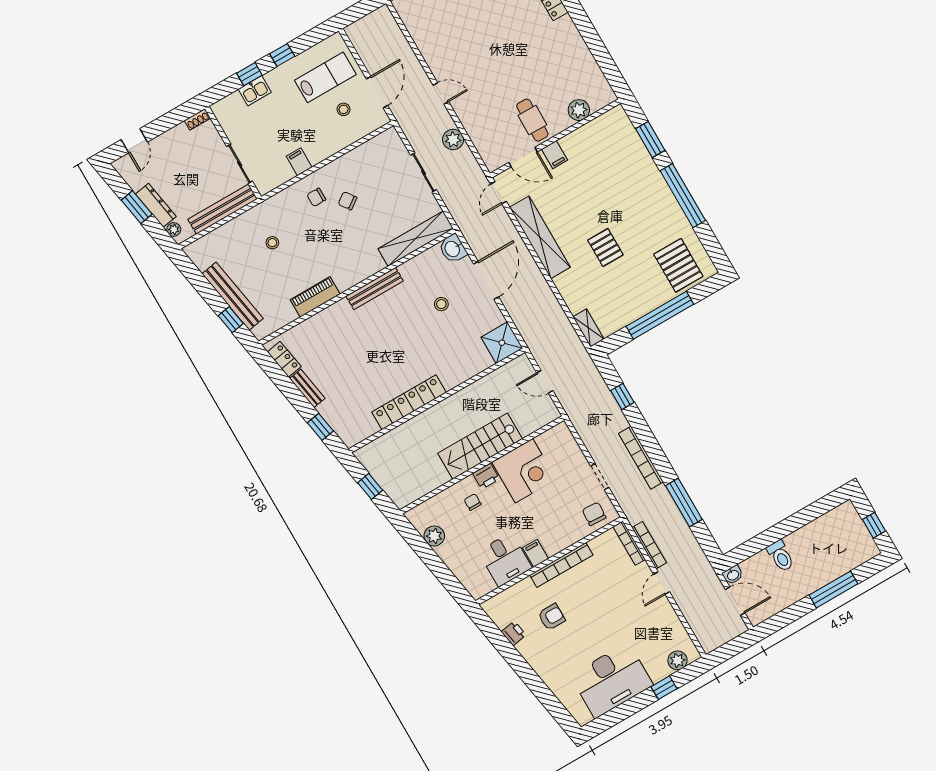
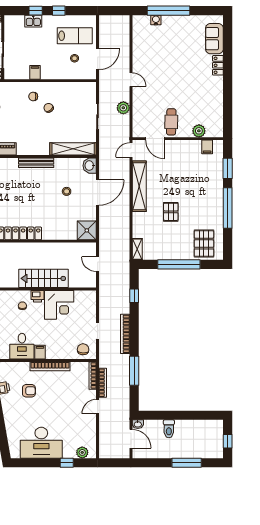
filing cabinet: (555, 155) -> (207, 147), moved

